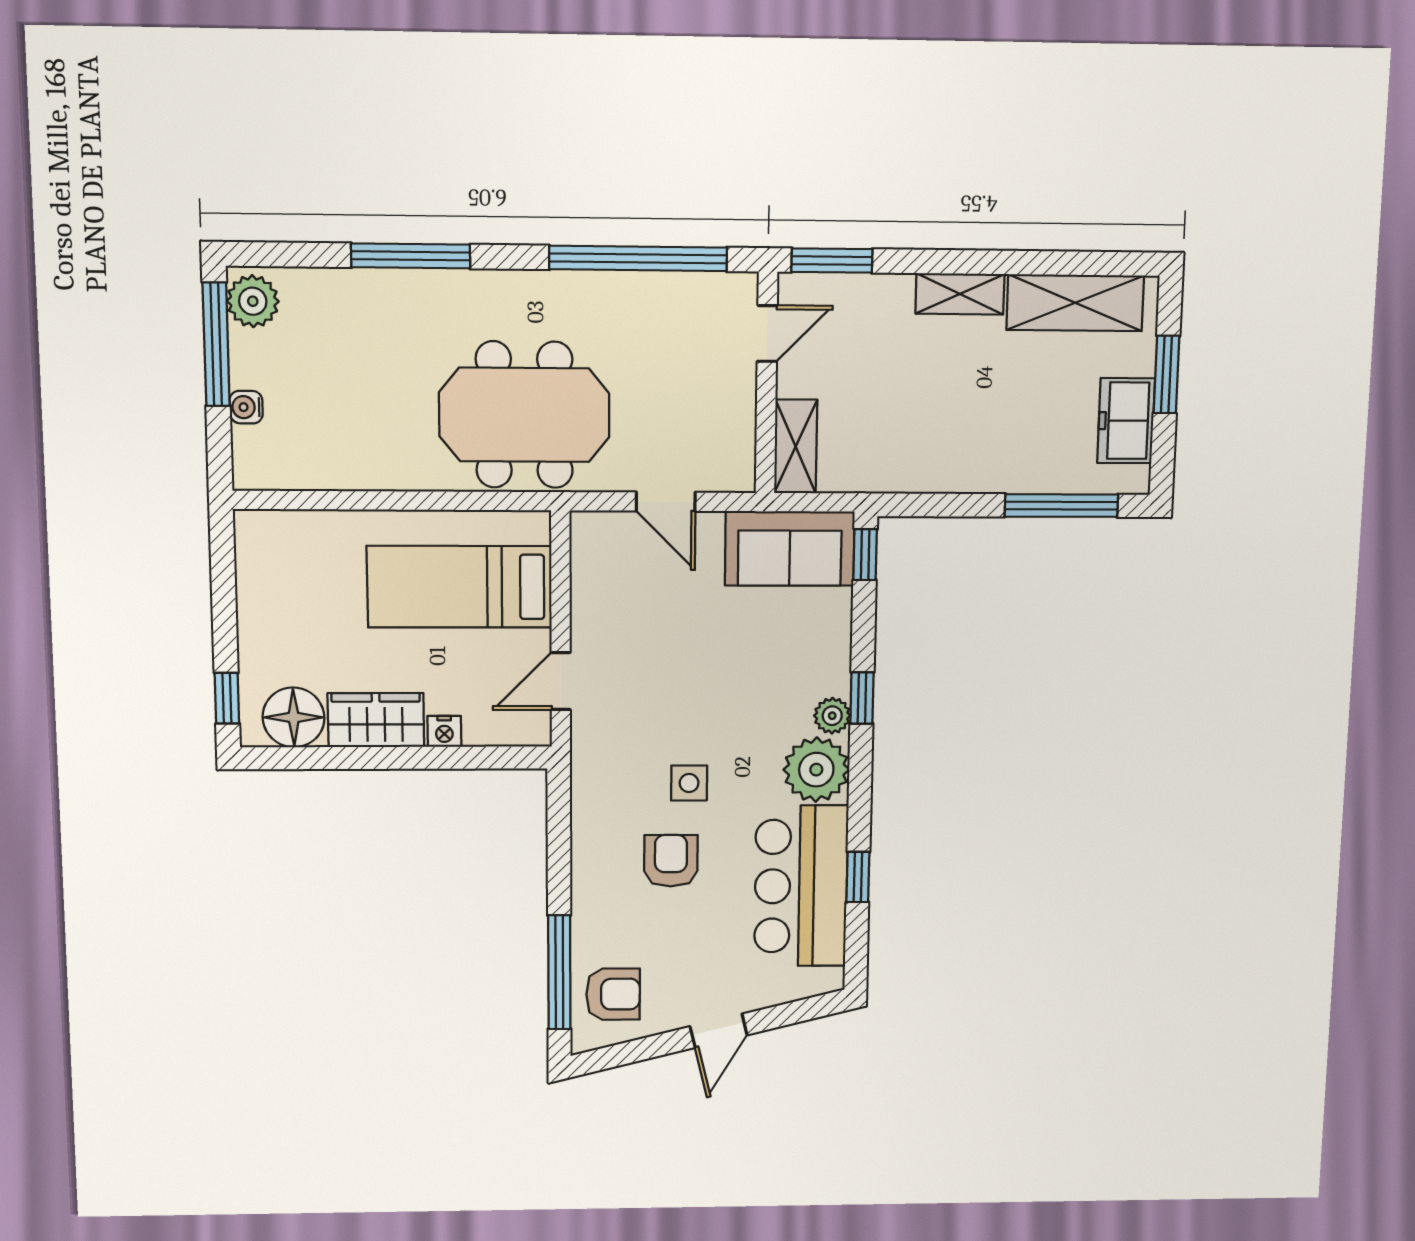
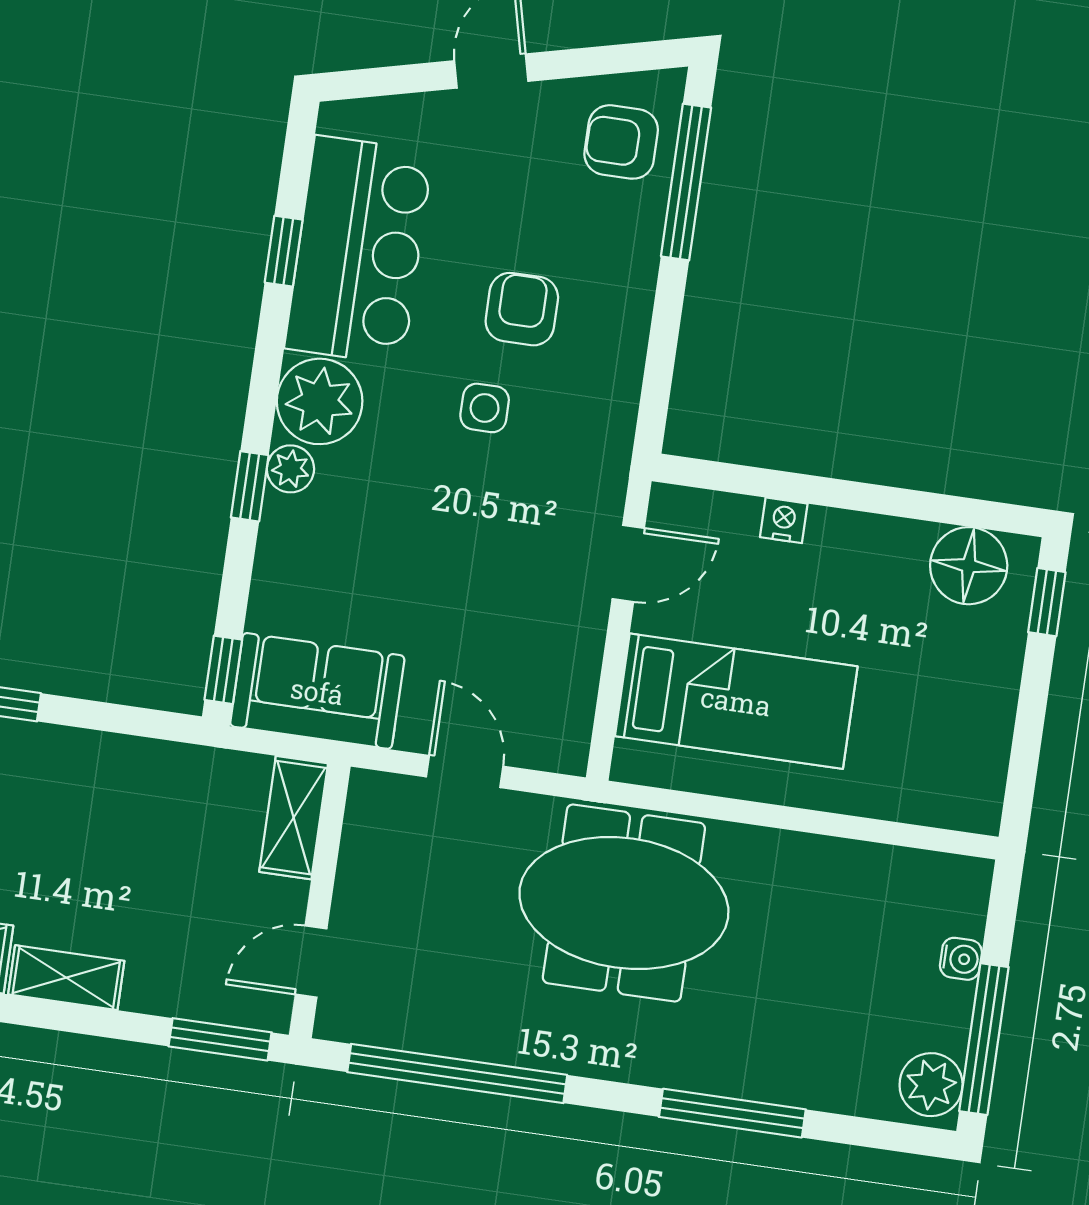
wardrobe: (376, 720) -> (867, 547), removed
armchair: (671, 861) -> (522, 309), turned 180

